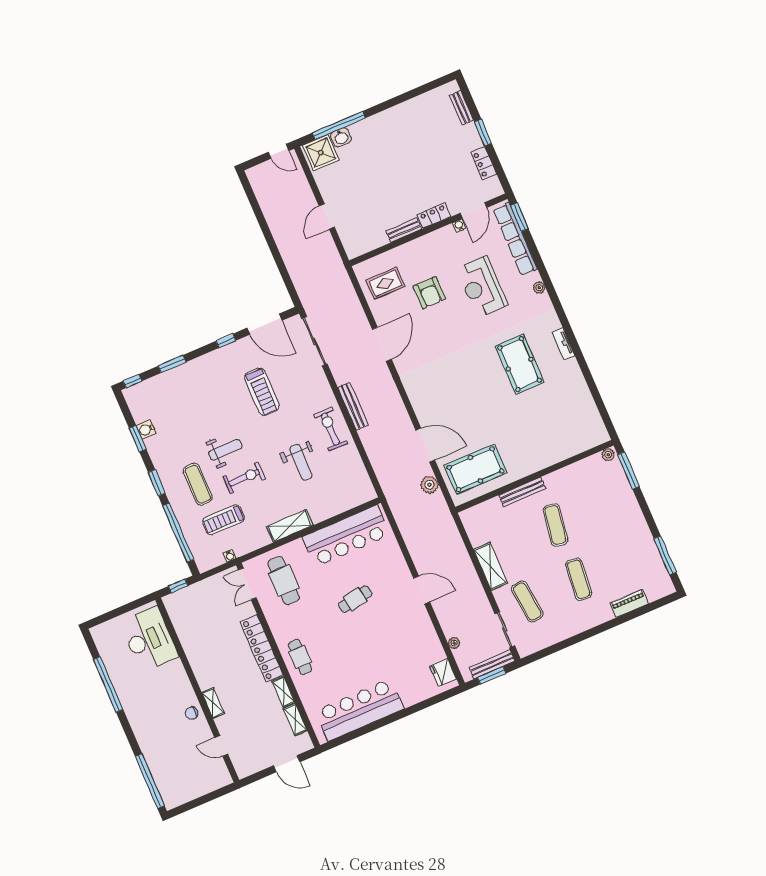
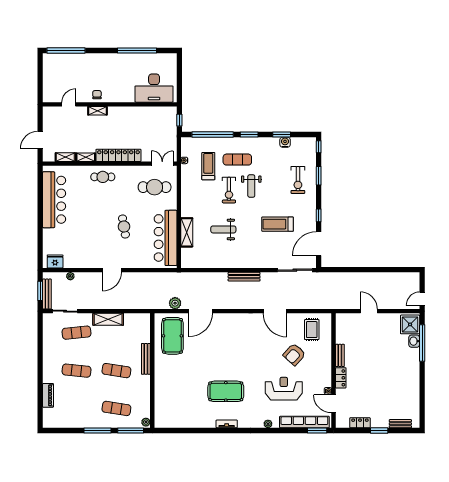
armchair: (429, 293) -> (294, 354), turned -48
exercise bike: (330, 429) -> (298, 180), moved, turned 90
exercise mat: (607, 503) -> (116, 408), added
shelving: (290, 526) -> (187, 232), moved
window: (665, 555) -> (98, 430), moved

